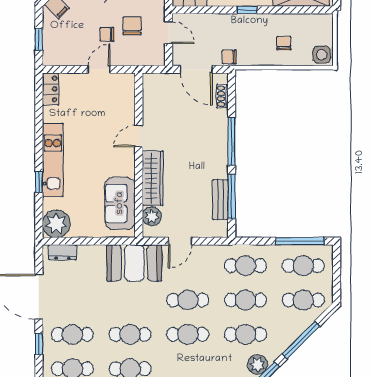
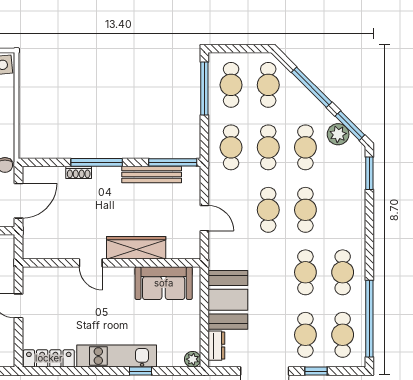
locker: (51, 89) -> (49, 358), width x1.53
shoe rack: (222, 96) -> (79, 172), moved
window: (232, 196) -> (173, 162), moved
bench: (220, 200) -> (152, 175), width x1.36
plant: (152, 216) -> (177, 249), removed
plant: (56, 224) -> (193, 359), width x0.53, depth x0.53
booth: (134, 263) -> (228, 300), moved

